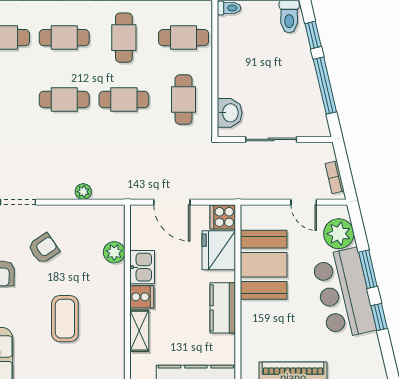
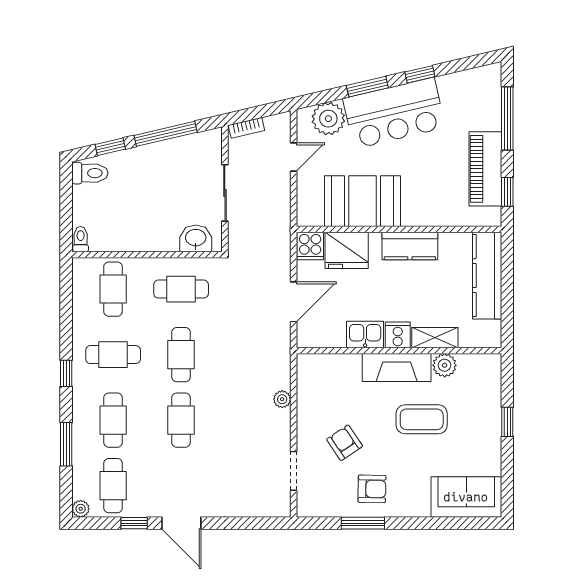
bookcase: (335, 177) -> (246, 128), moved
plant: (114, 252) -> (445, 365), moved
fireplace: (112, 296) -> (397, 368), added

